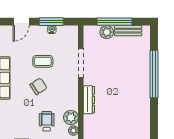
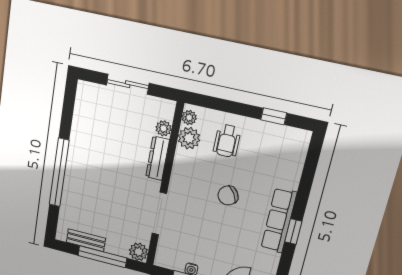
plant: (107, 32) -> (139, 252), moved
coffee table: (43, 61) -> (214, 229), removed
plant: (88, 120) -> (164, 128), added

